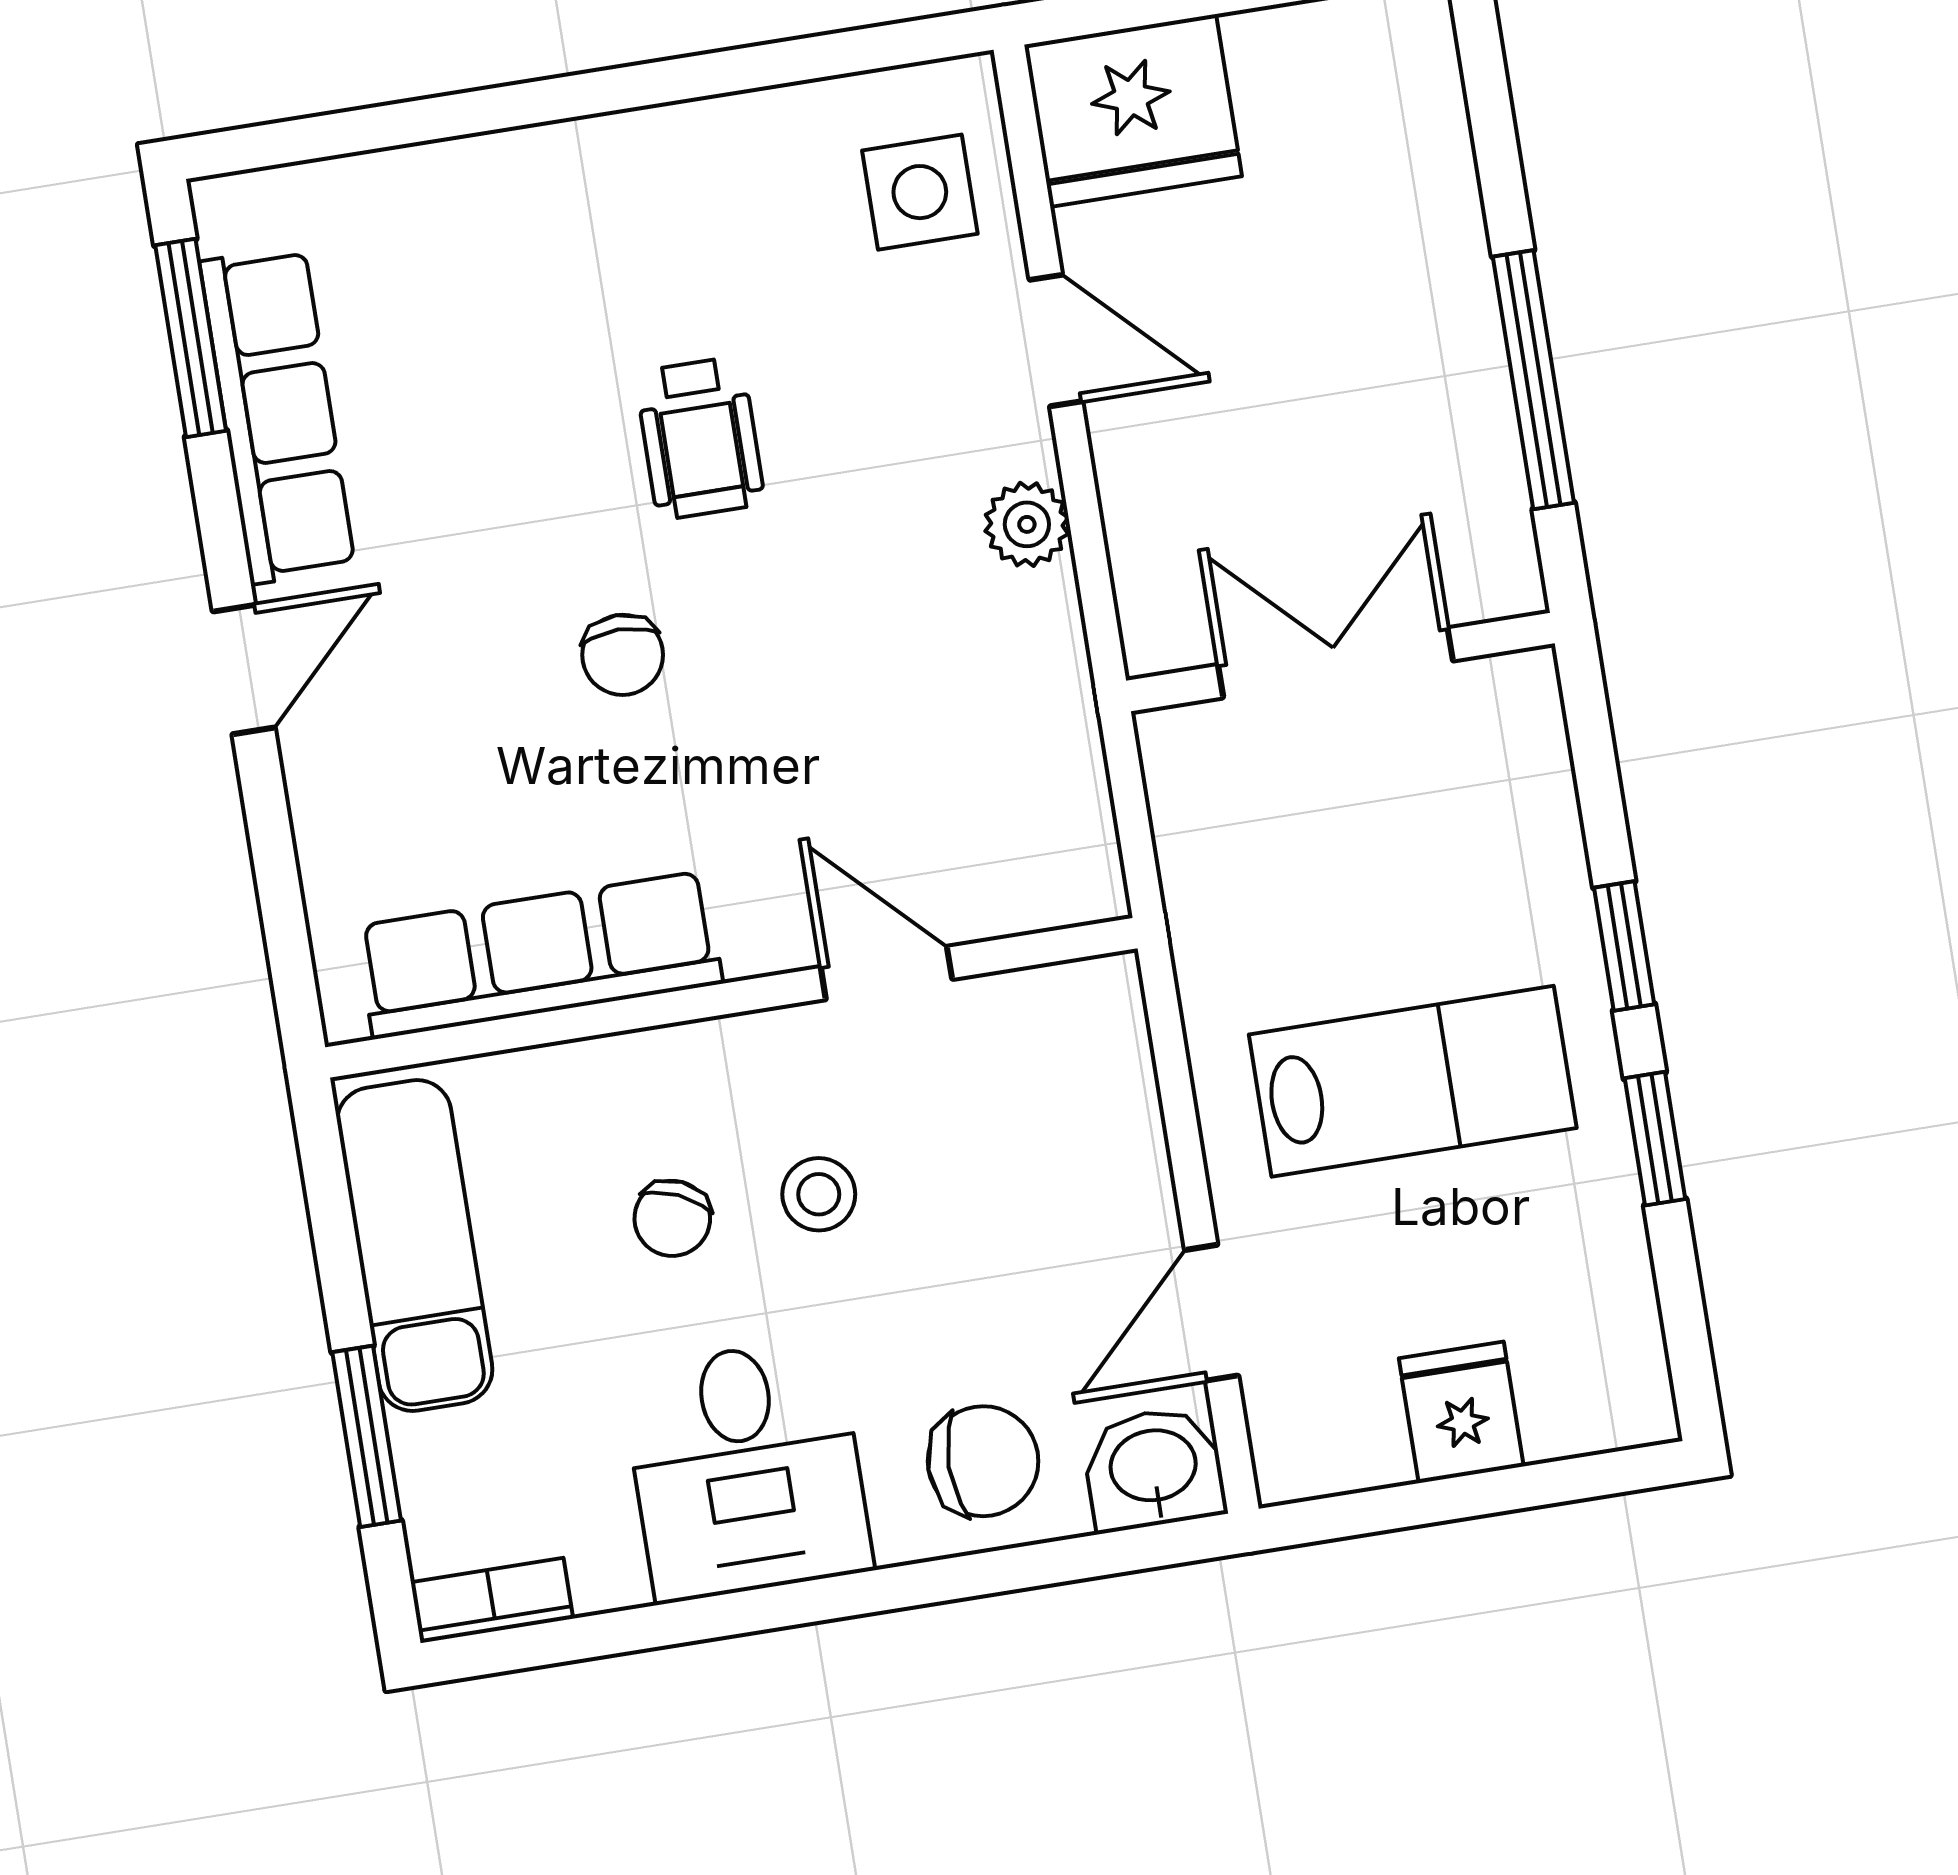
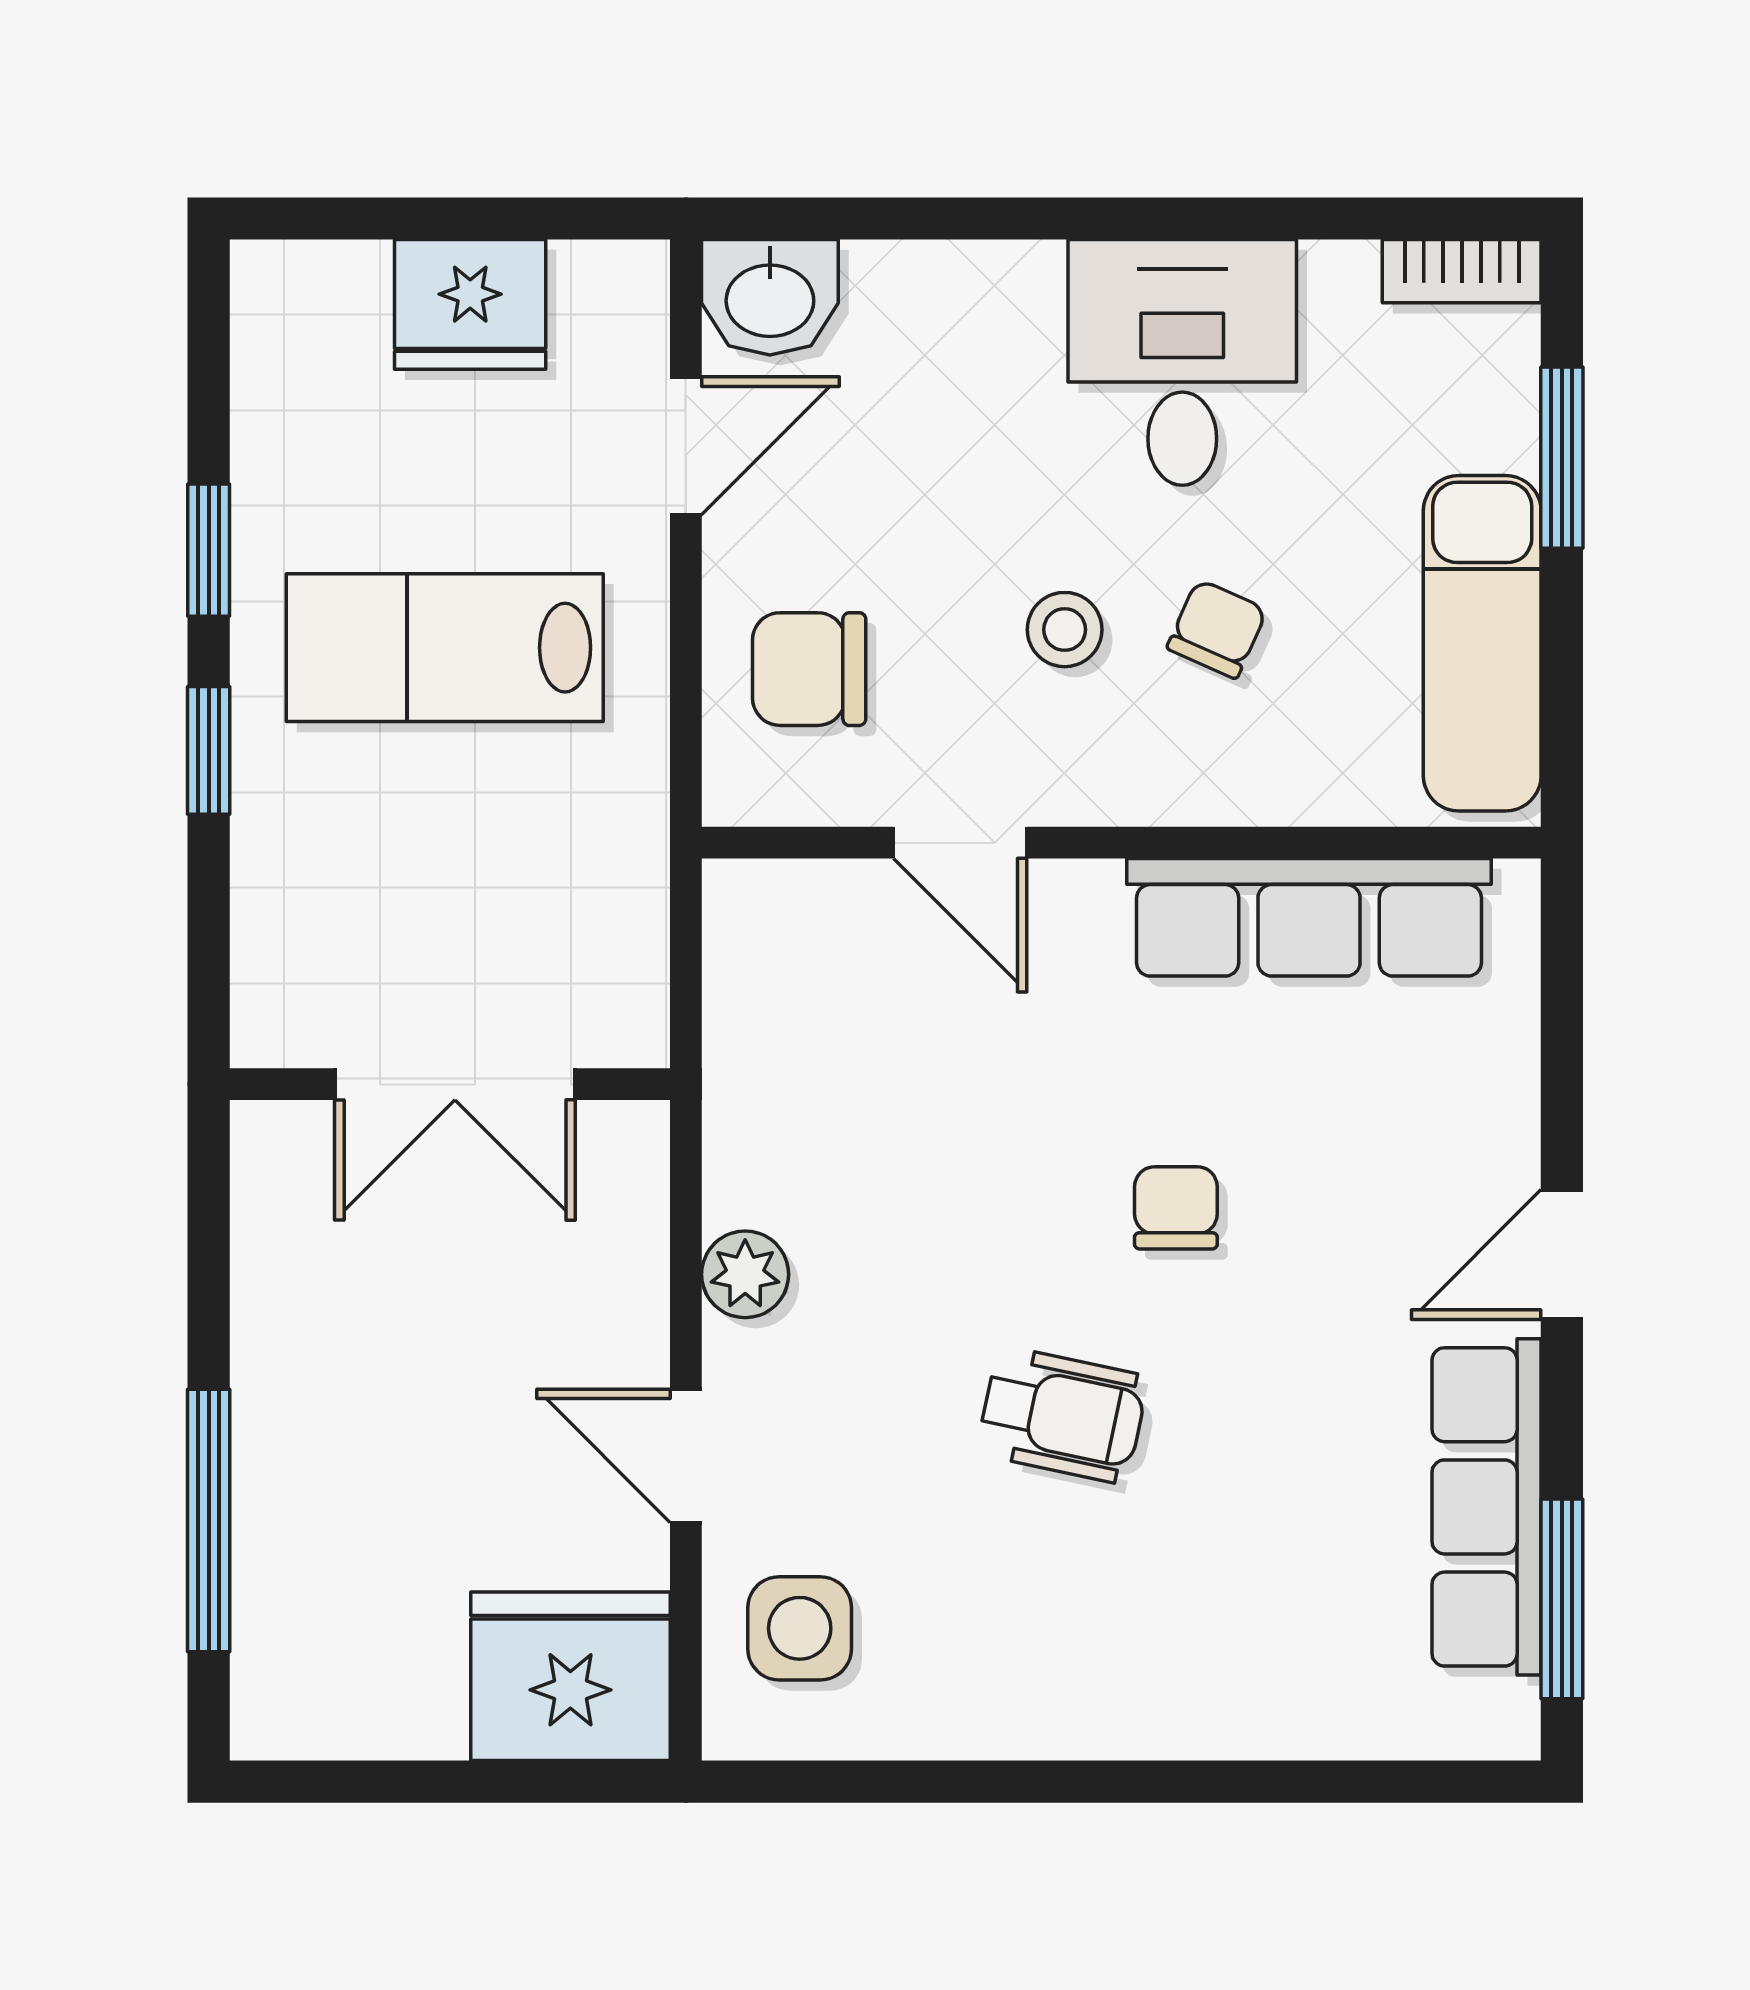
window: (1533, 380) -> (209, 1520), moved
wheelchair: (700, 438) -> (1062, 1415), turned 102
fridge: (1461, 1412) -> (470, 304), width x1.38
chair: (983, 1461) -> (809, 669), moved

